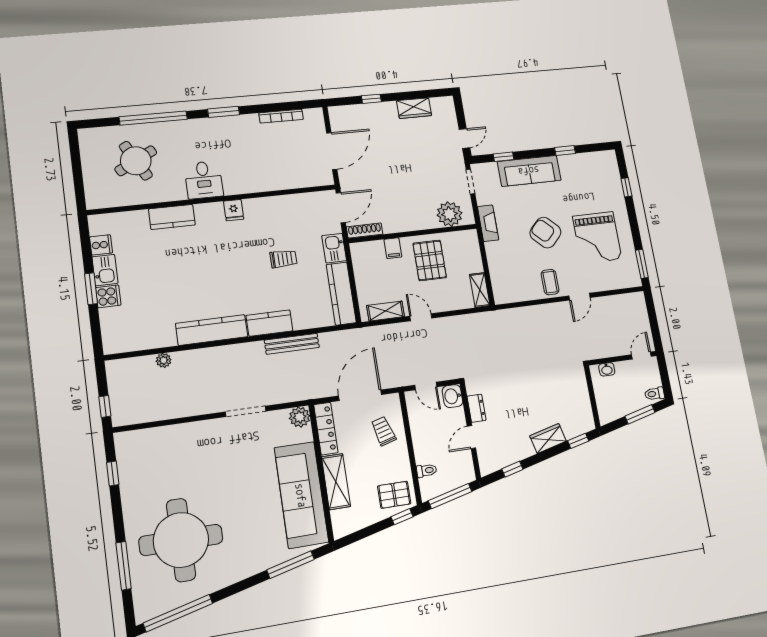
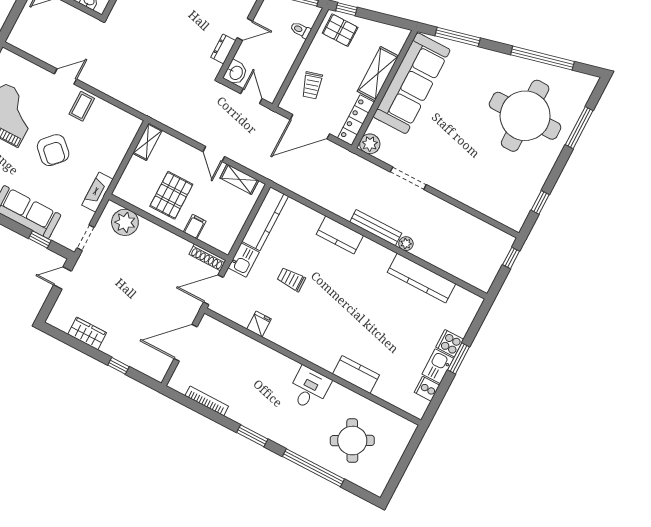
fridge: (234, 210) -> (259, 324), moved
kitchen counter: (212, 330) -> (422, 278), moved
bench: (292, 344) -> (376, 228), moved
plant: (164, 360) -> (406, 244), moved
window: (178, 613) -> (542, 58), moved

